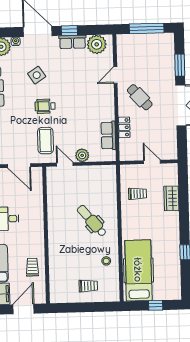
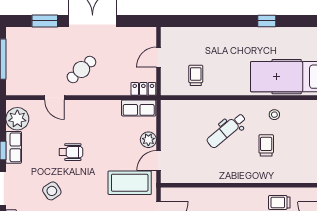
wheelchair: (45, 106) -> (71, 152), moved, turned -90
locker: (124, 127) -> (143, 89), moved
row of seats: (108, 135) -> (139, 108), moved
coffee table: (45, 141) -> (130, 183), width x1.36, depth x1.32
wardrobe: (171, 198) -> (202, 35), removed
trolley: (88, 286) -> (266, 145), moved

